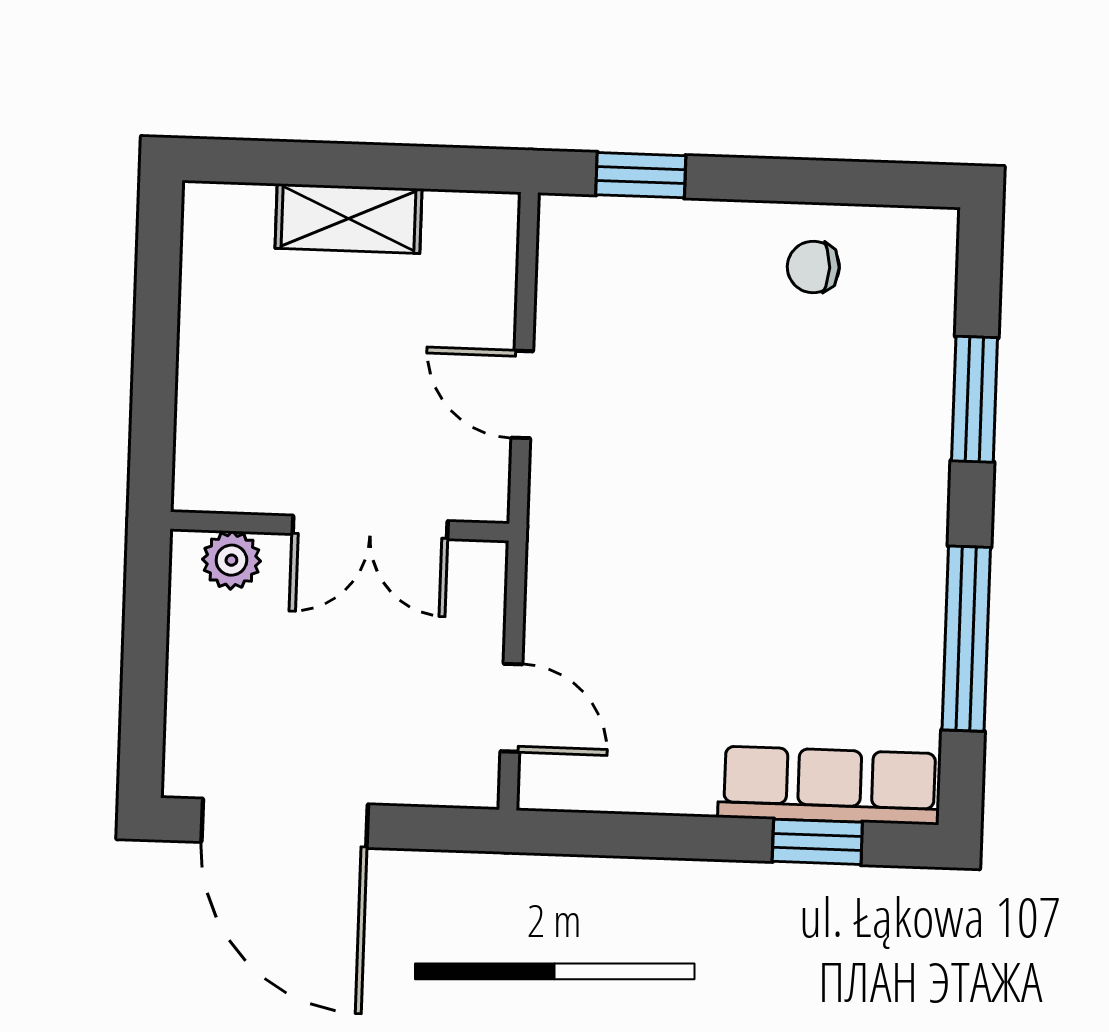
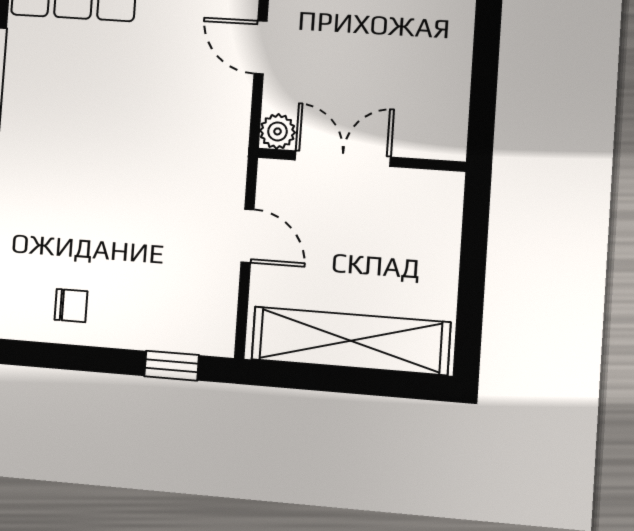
shelving: (349, 218) -> (351, 341), width x2.20, depth x1.33
plant: (231, 560) -> (277, 131), moved

